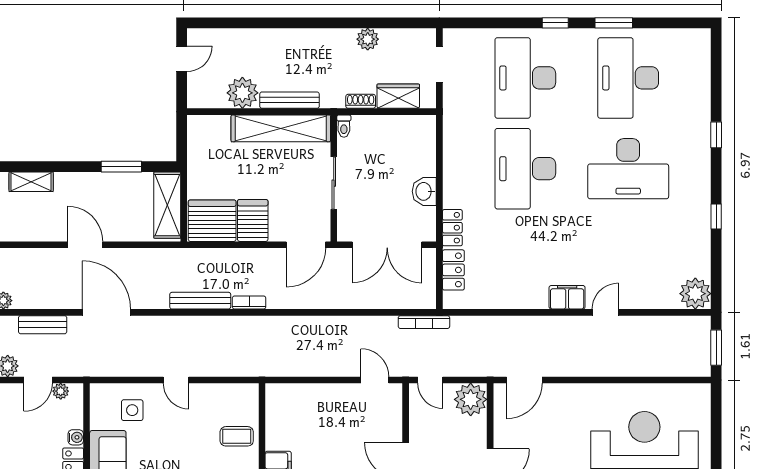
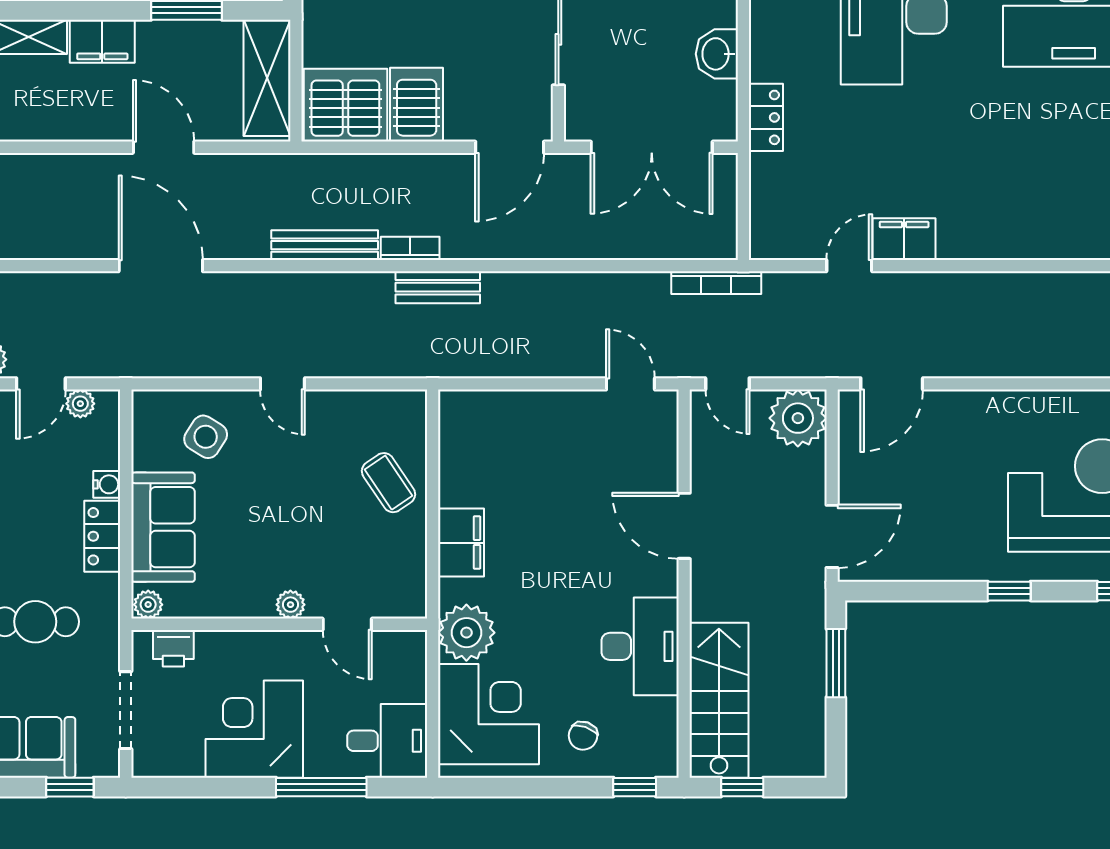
filing cabinet: (73, 184) -> (102, 41), added
door: (85, 245) -> (164, 147), moved
locker: (453, 270) -> (768, 191), removed
filing cabinet: (567, 297) -> (904, 239), moved
door: (605, 312) -> (849, 266), moved
bench: (43, 325) -> (438, 287), moved
side table: (132, 410) -> (206, 437), turned 32
coffee table: (237, 436) -> (388, 483), turned 56

